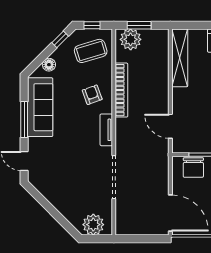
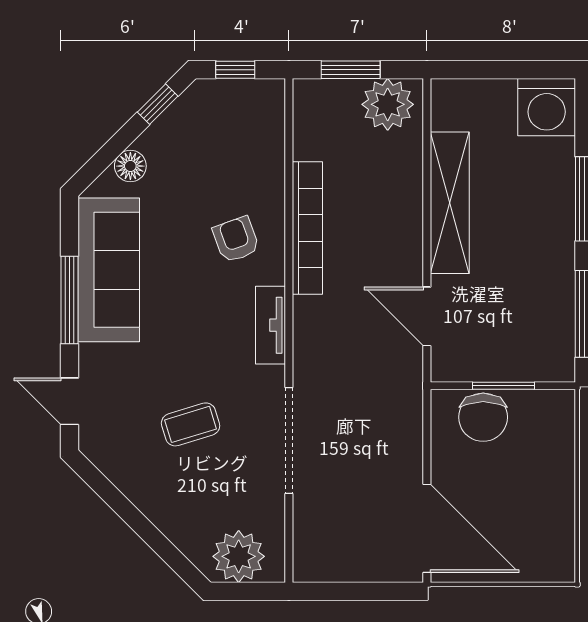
plant: (131, 39) -> (388, 104), moved
coffee table: (91, 51) -> (191, 424), moved, width x0.73, depth x0.77
shelving: (180, 58) -> (450, 203), moved

